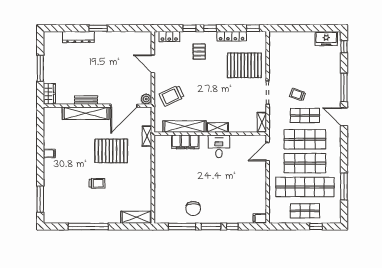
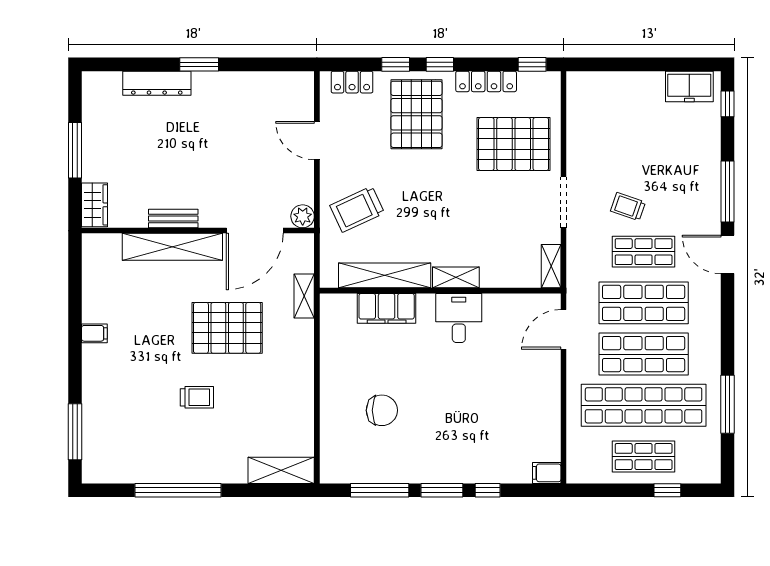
pallet: (199, 52) -> (416, 114), width x2.05, depth x2.00
chair: (193, 208) -> (382, 410), moved, turned -90

